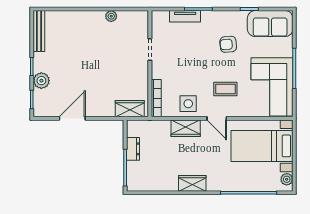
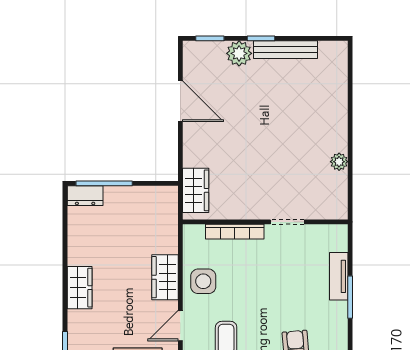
bench: (39, 31) -> (285, 50), moved
bookcase: (156, 98) -> (235, 232), moved
dresser: (133, 149) -> (85, 196), moved

